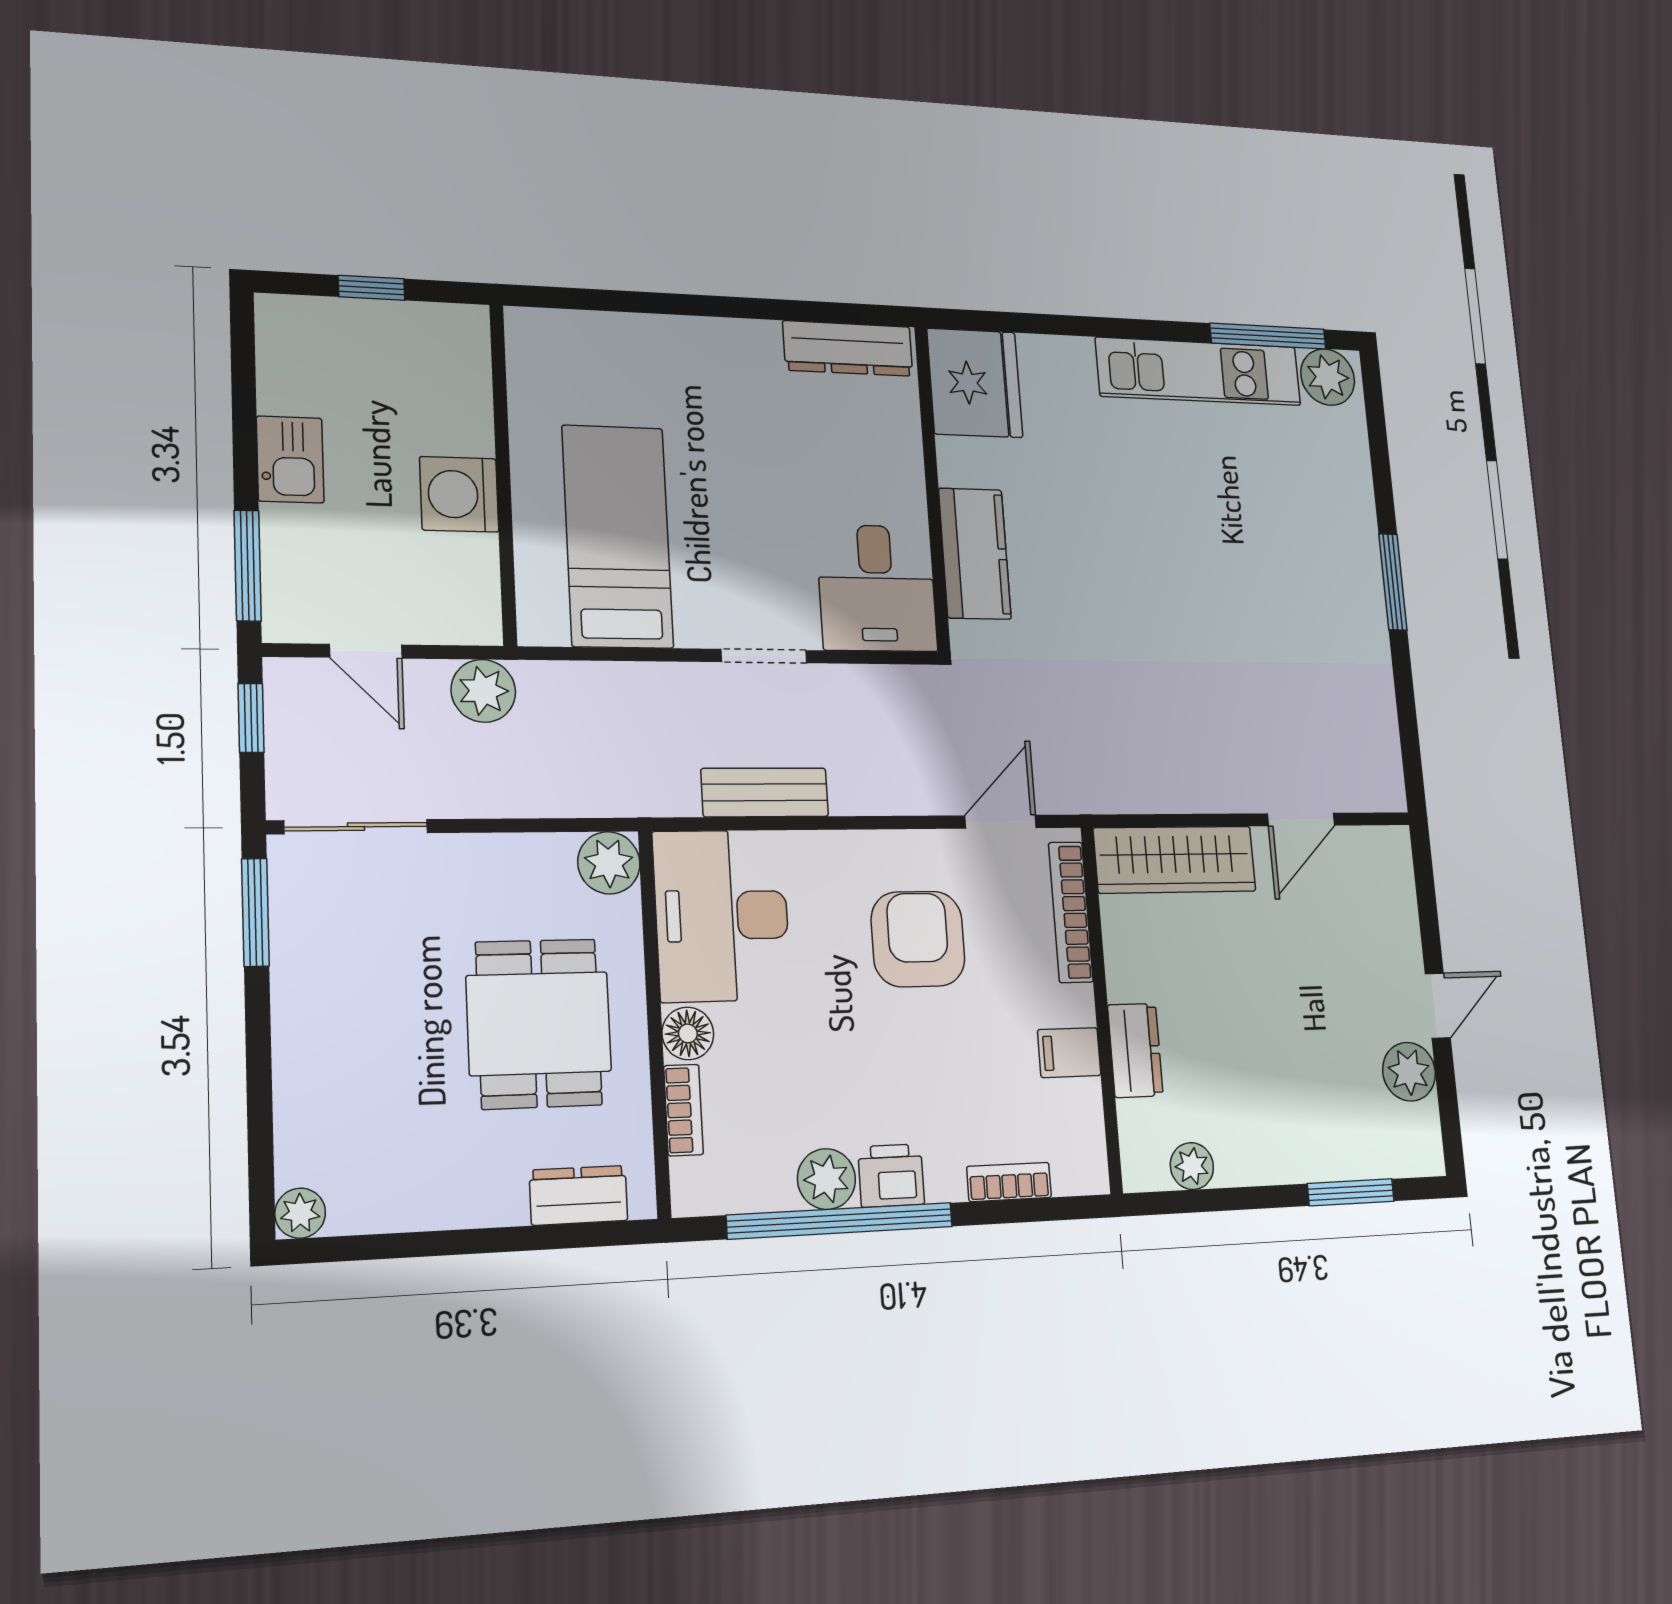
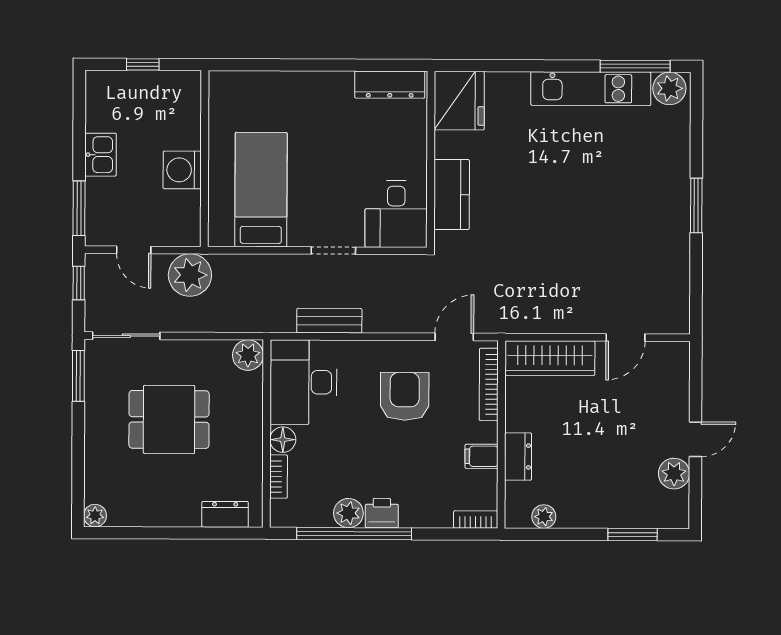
plant: (483, 691) -> (190, 275), width x1.36, depth x1.36
dining table: (539, 1024) -> (169, 419), moved, turned 90
bookcase: (1009, 1182) -> (476, 519), moved

